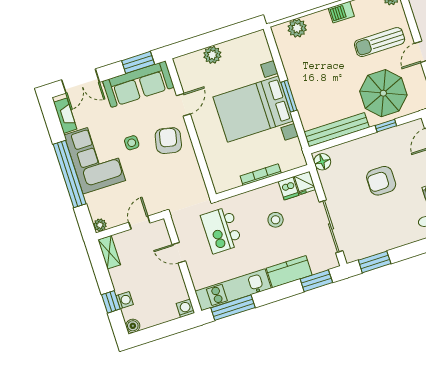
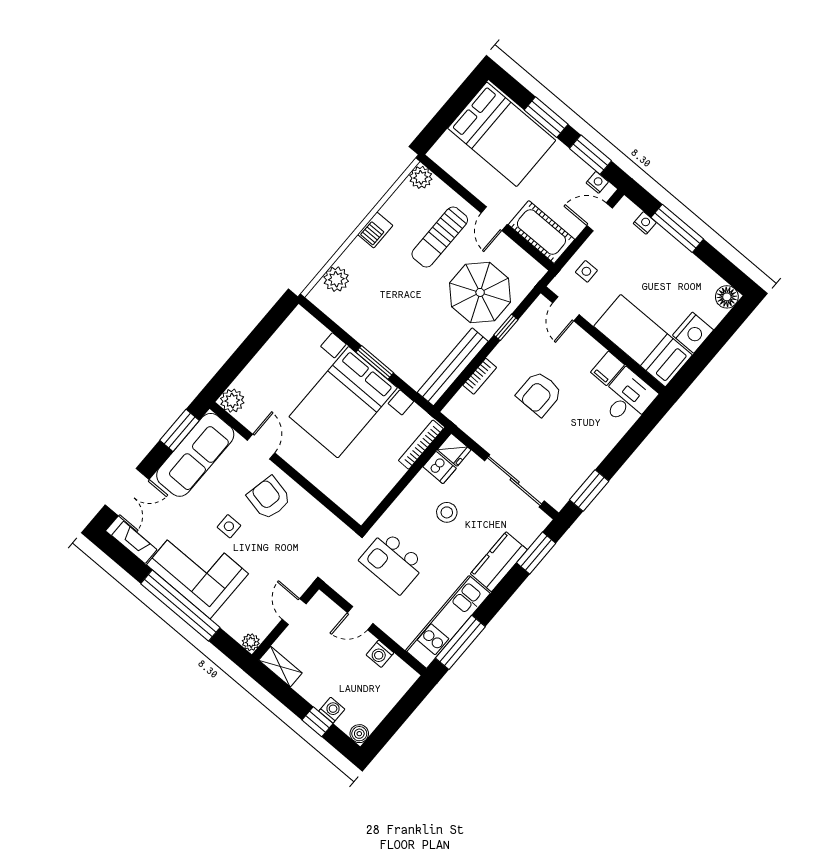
plant: (212, 55) -> (232, 401), moved
bookcase: (350, 146) -> (480, 376), added
floor lamp: (322, 162) -> (459, 413), removed
bookcase: (261, 175) -> (421, 445), moved
washing machine: (185, 308) -> (380, 654), moved, turned -90

